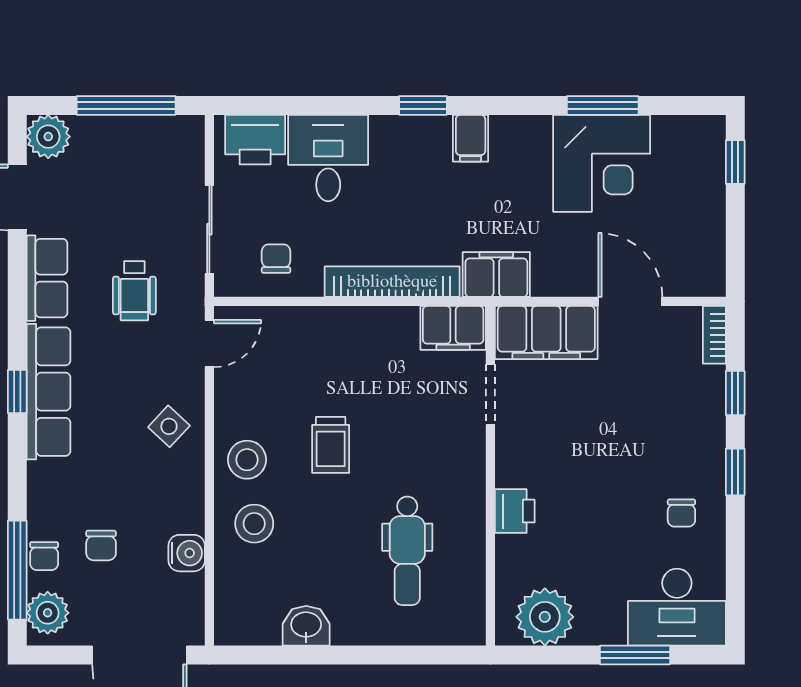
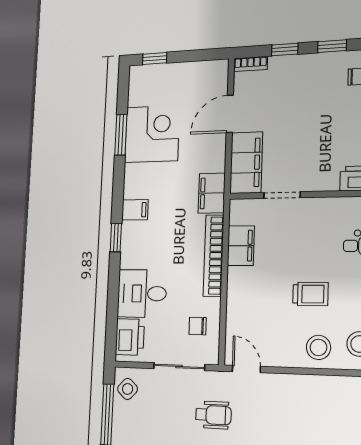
filing cabinet: (453, 328) -> (241, 246), moved
side table: (169, 426) -> (128, 389), moved

